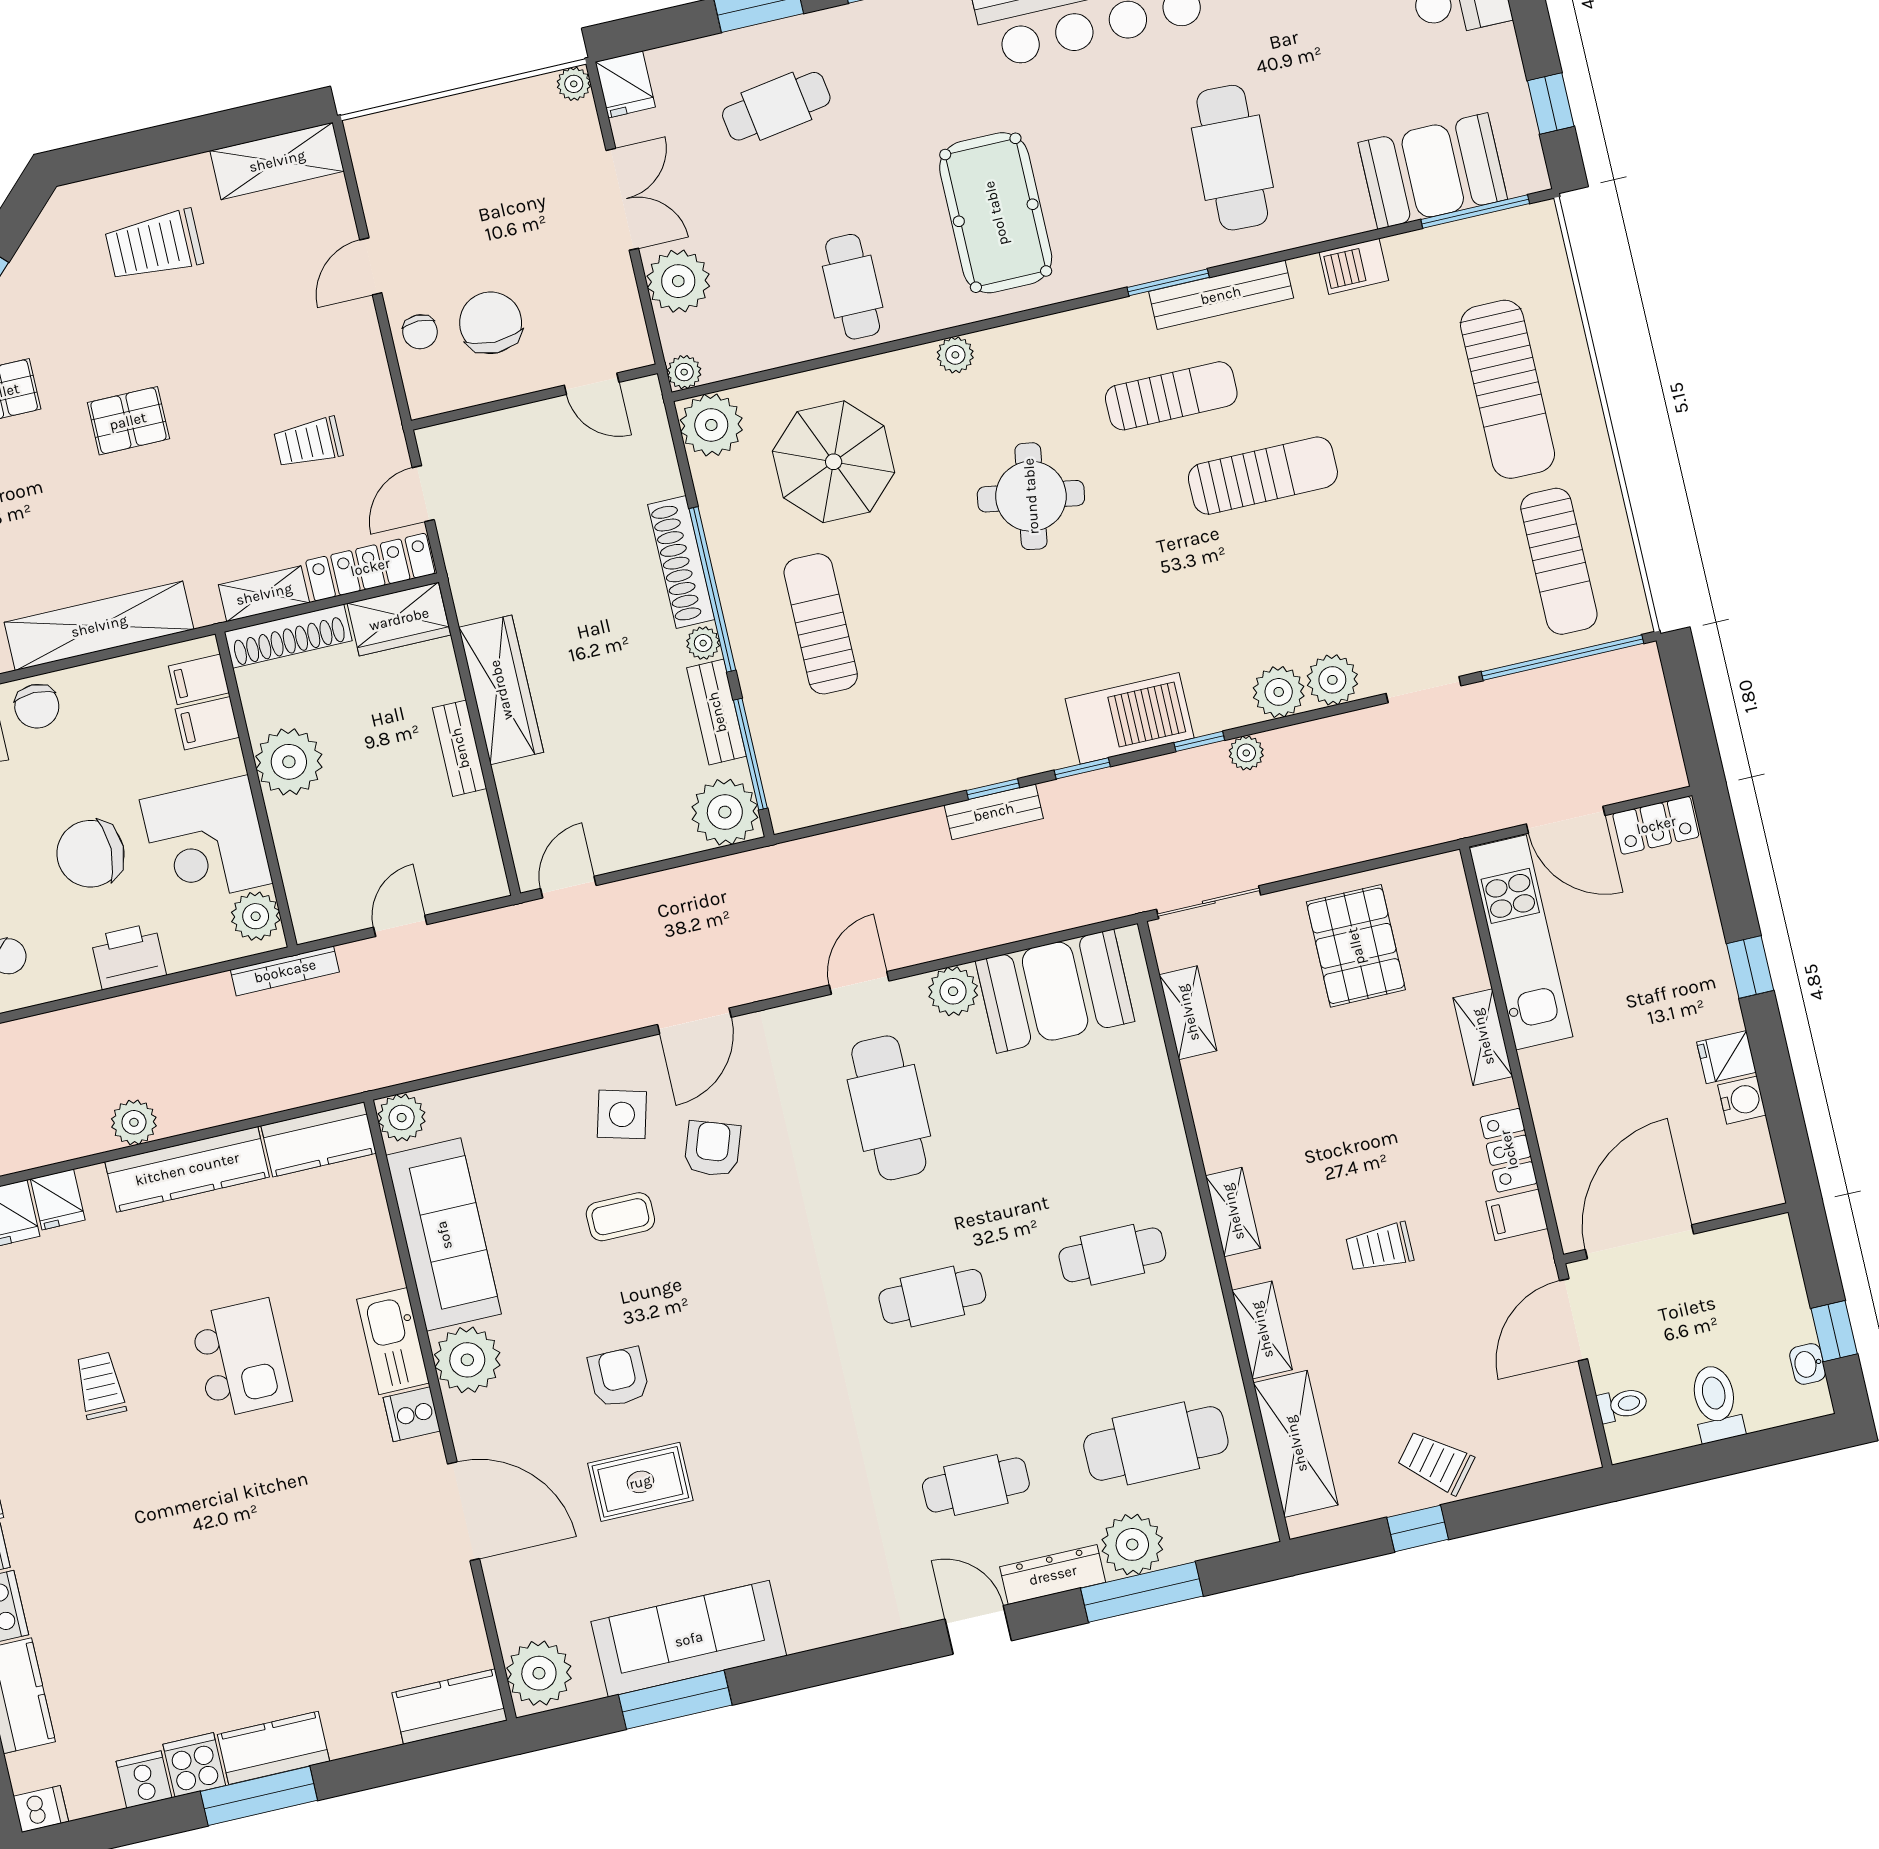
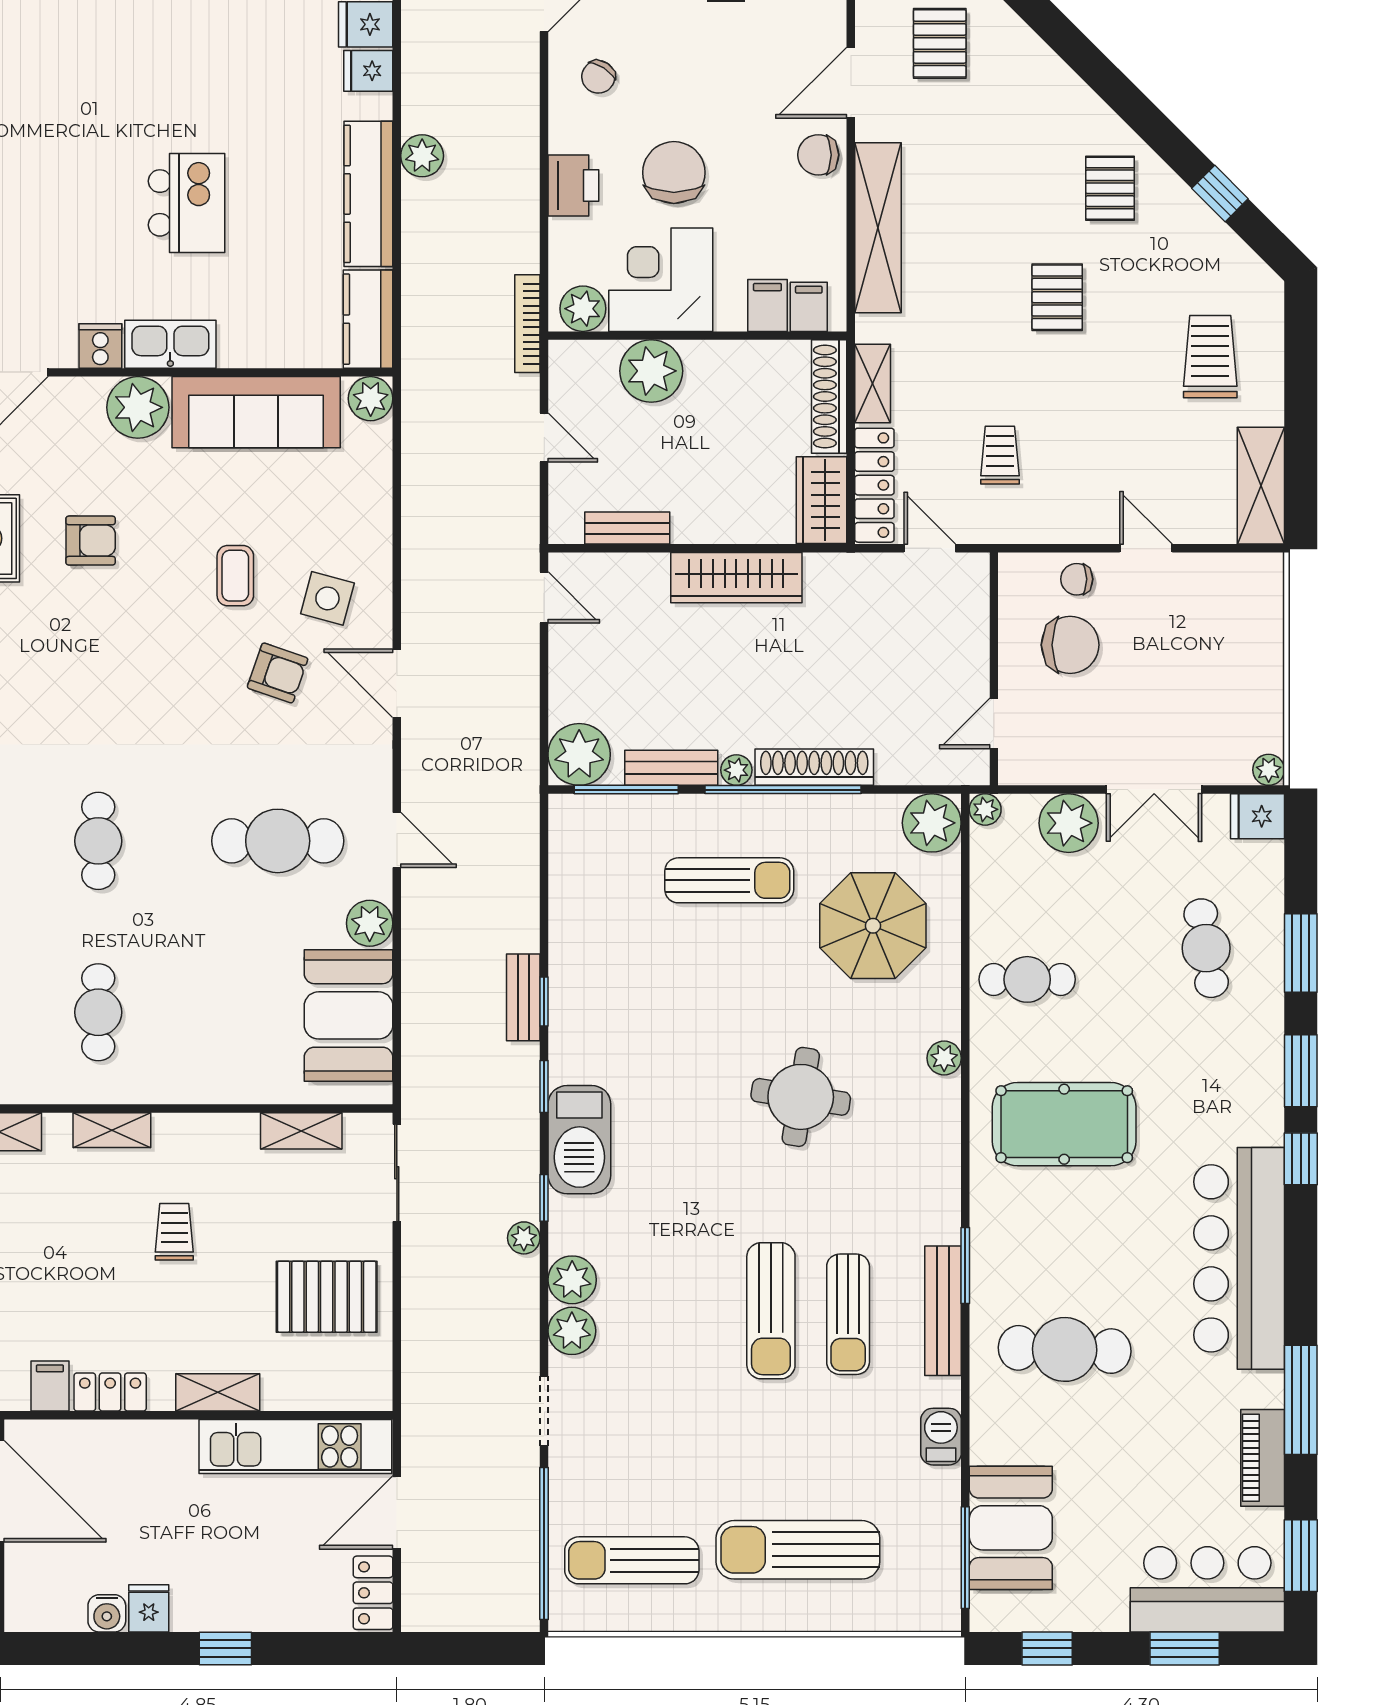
sun lounger: (1171, 396) -> (848, 1314), moved
bench: (460, 748) -> (627, 528), moved
plant: (289, 762) -> (651, 371), moved
trolley: (1380, 1247) -> (174, 1232), moved
kitchen island: (241, 1358) -> (186, 203), turned -90
trolley: (100, 1386) -> (191, 70), removed

